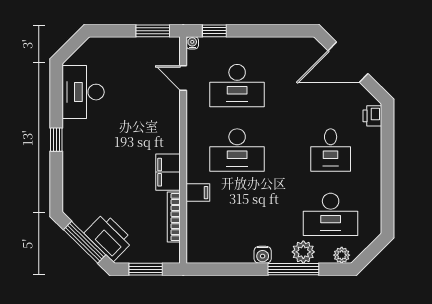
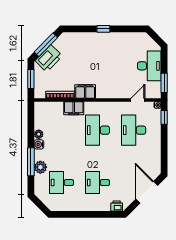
desk: (83, 92) -> (149, 66), moved, turned 90
filing cabinet: (198, 193) -> (74, 108), width x2.00
desk: (331, 214) -> (61, 183), width x0.73
plant: (342, 255) -> (39, 134), moved

